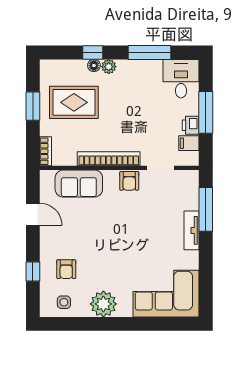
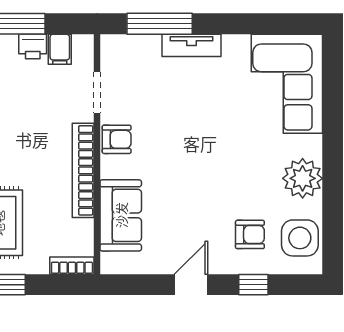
door: (33, 214) -> (191, 285), moved
side table: (64, 302) -> (300, 238), width x1.87, depth x1.87

